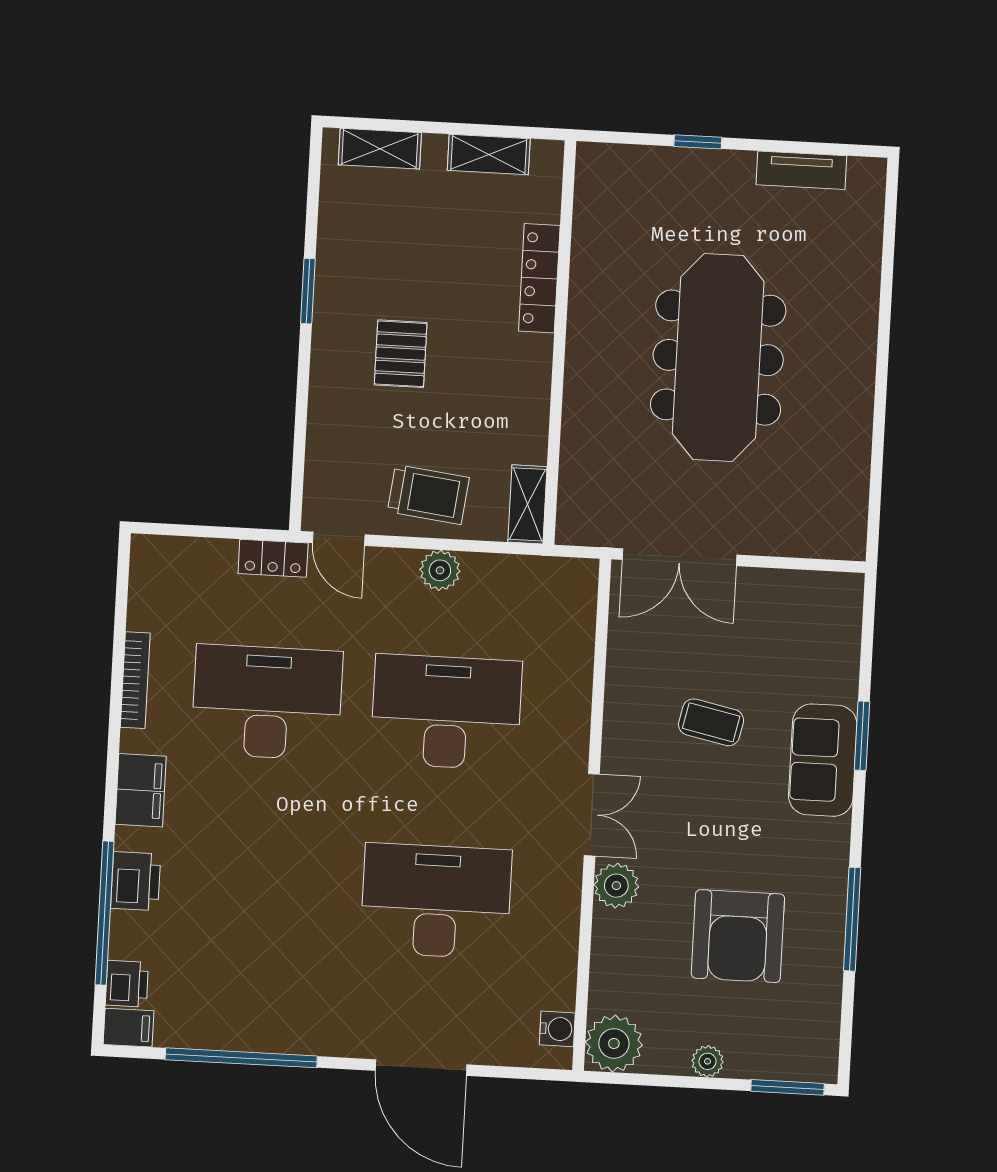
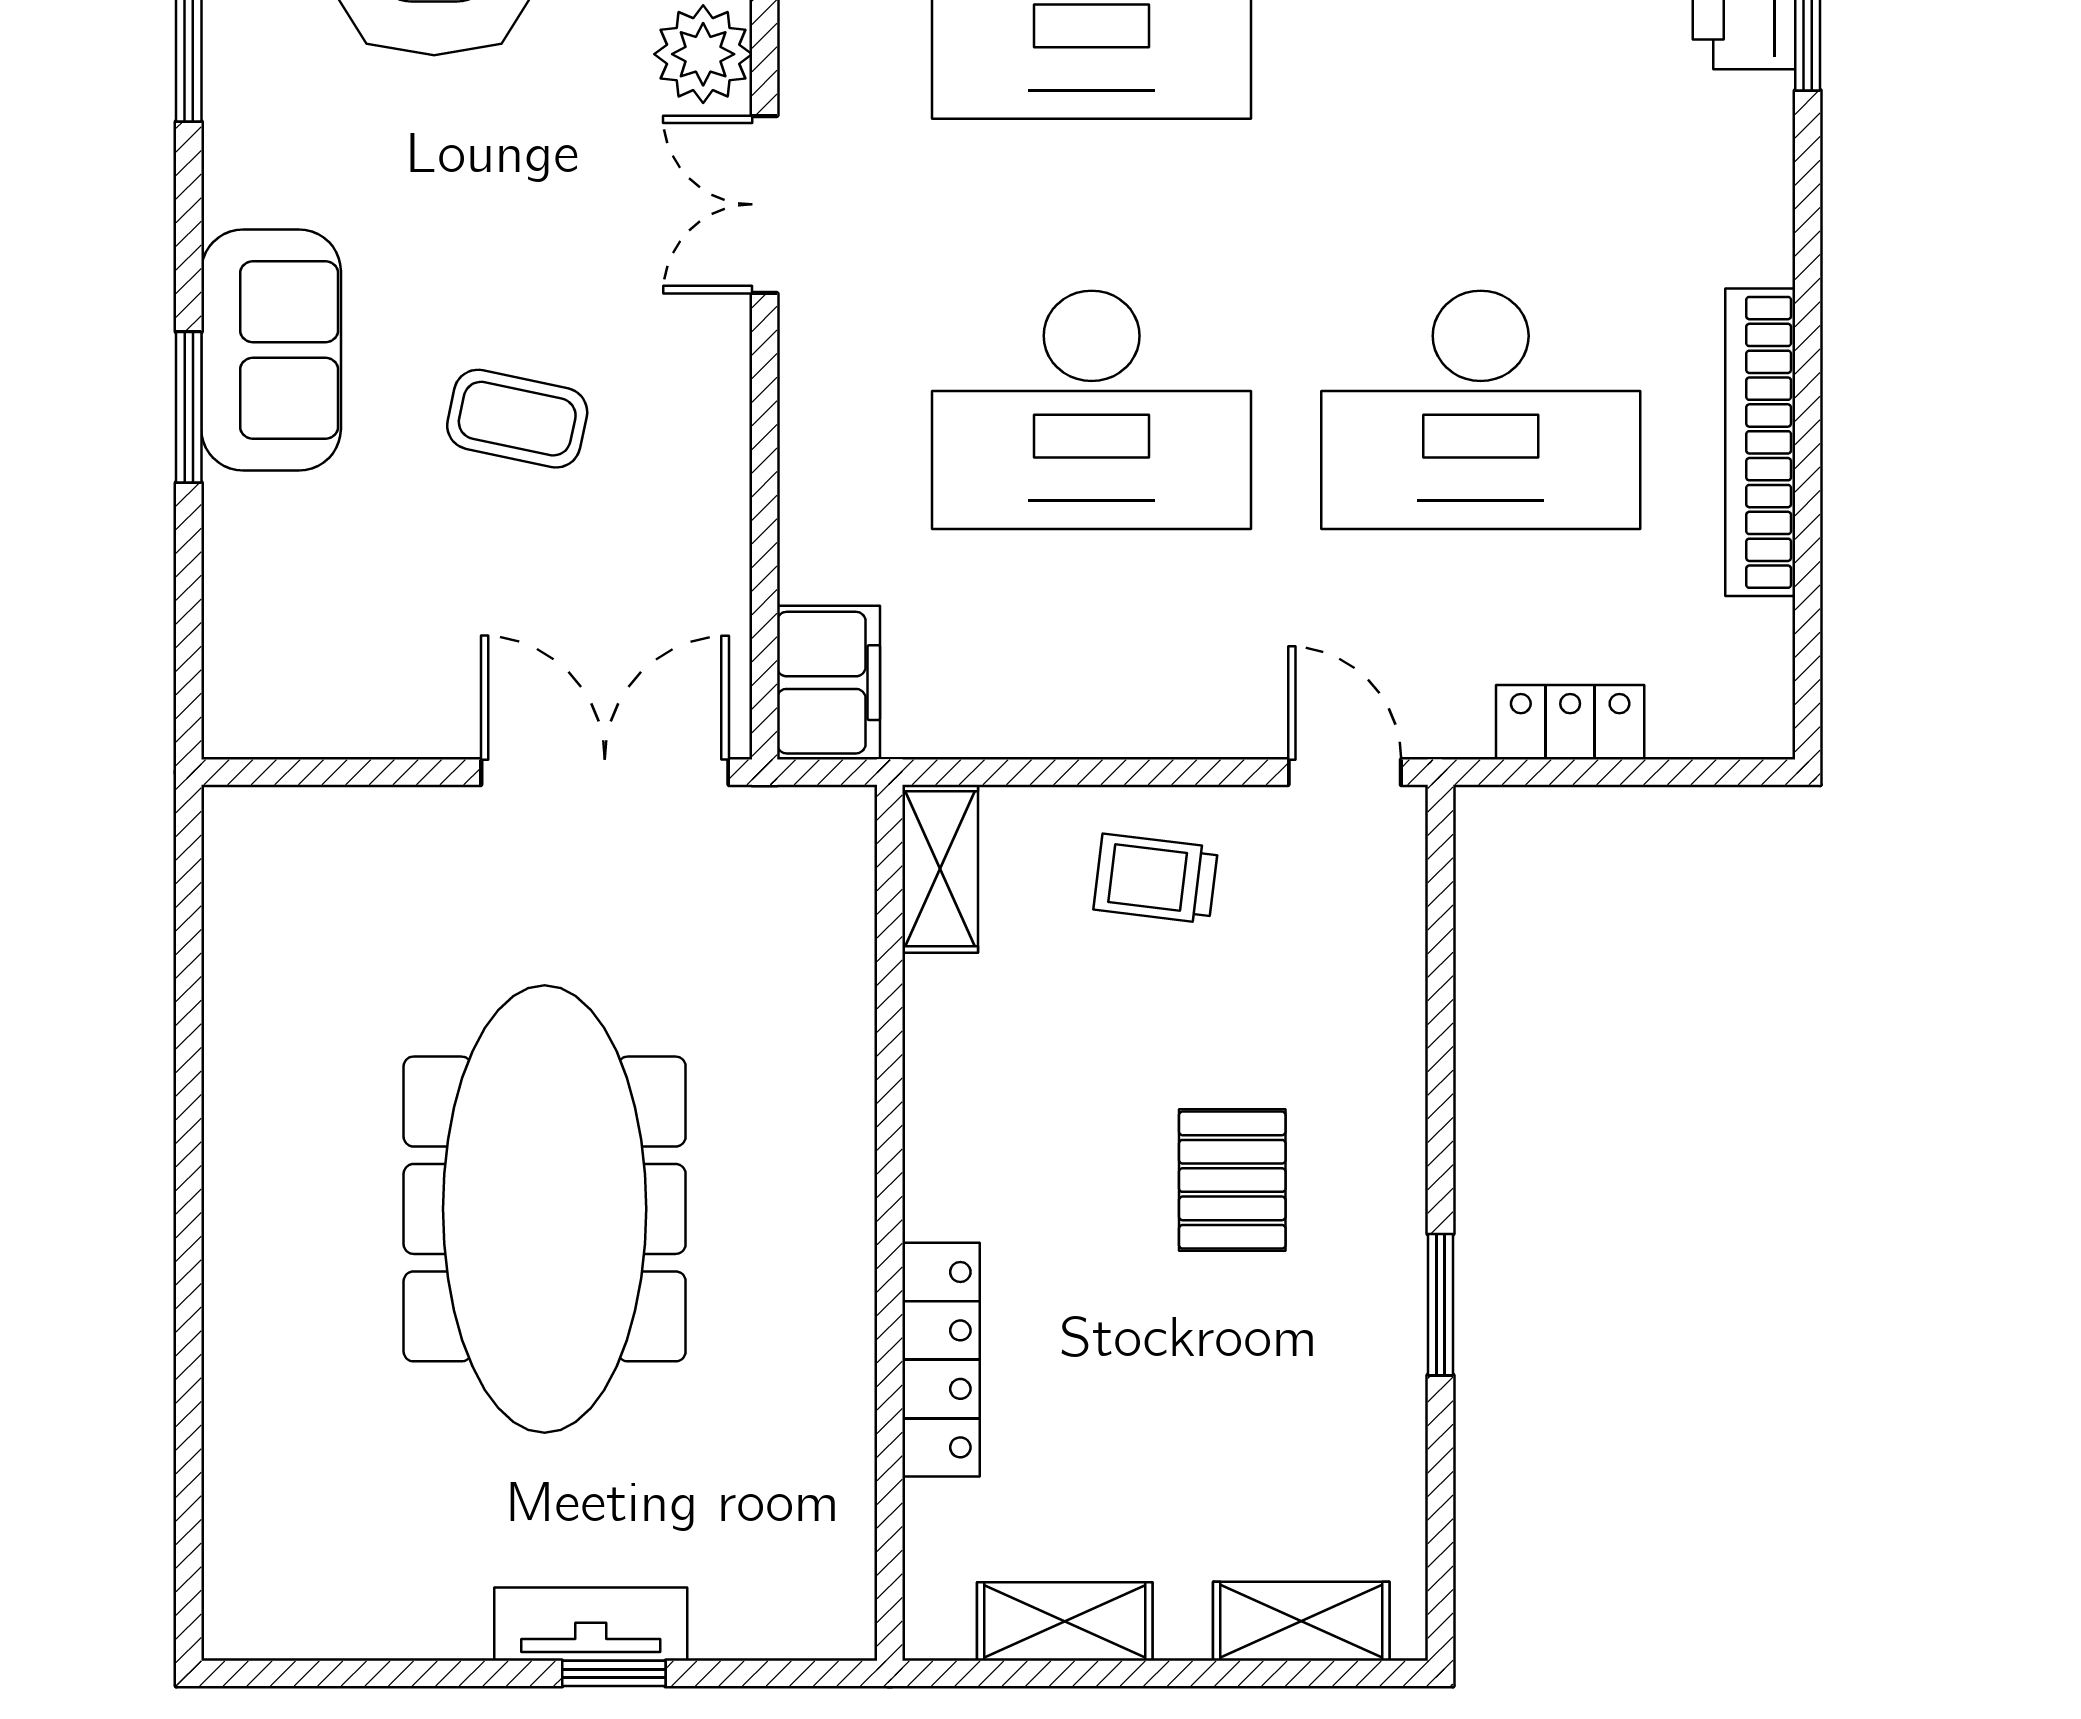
tv unit: (801, 170) -> (591, 1624), moved
trolley: (428, 495) -> (1156, 879), width x0.73, depth x0.72
locker: (273, 558) -> (1570, 722), moved
plant: (440, 570) -> (1122, 716), removed
bookcase: (135, 680) -> (1760, 442), width x1.48, depth x1.31
filing cabinet: (141, 790) -> (828, 683), moved, turned 180

